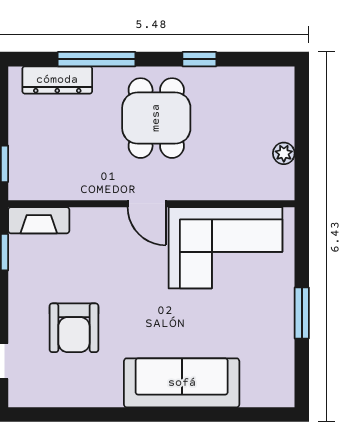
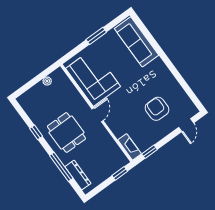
dining table: (156, 118) -> (66, 132), turned 90
armchair: (74, 328) -> (157, 109), turned -90
sofa: (182, 383) -> (136, 42), moved

